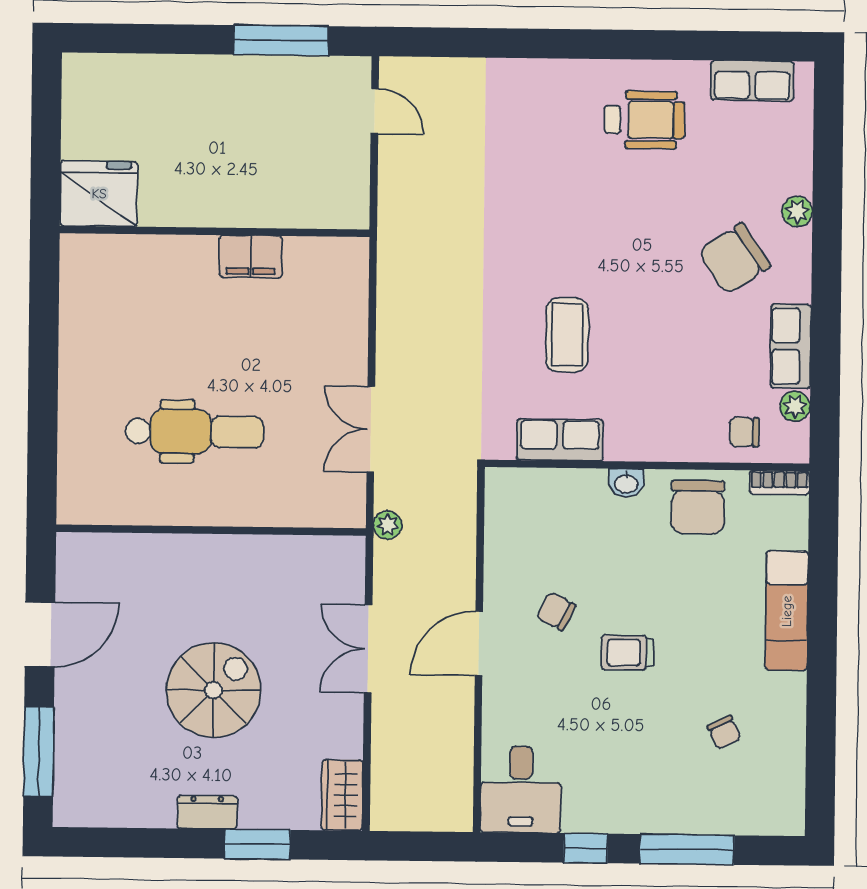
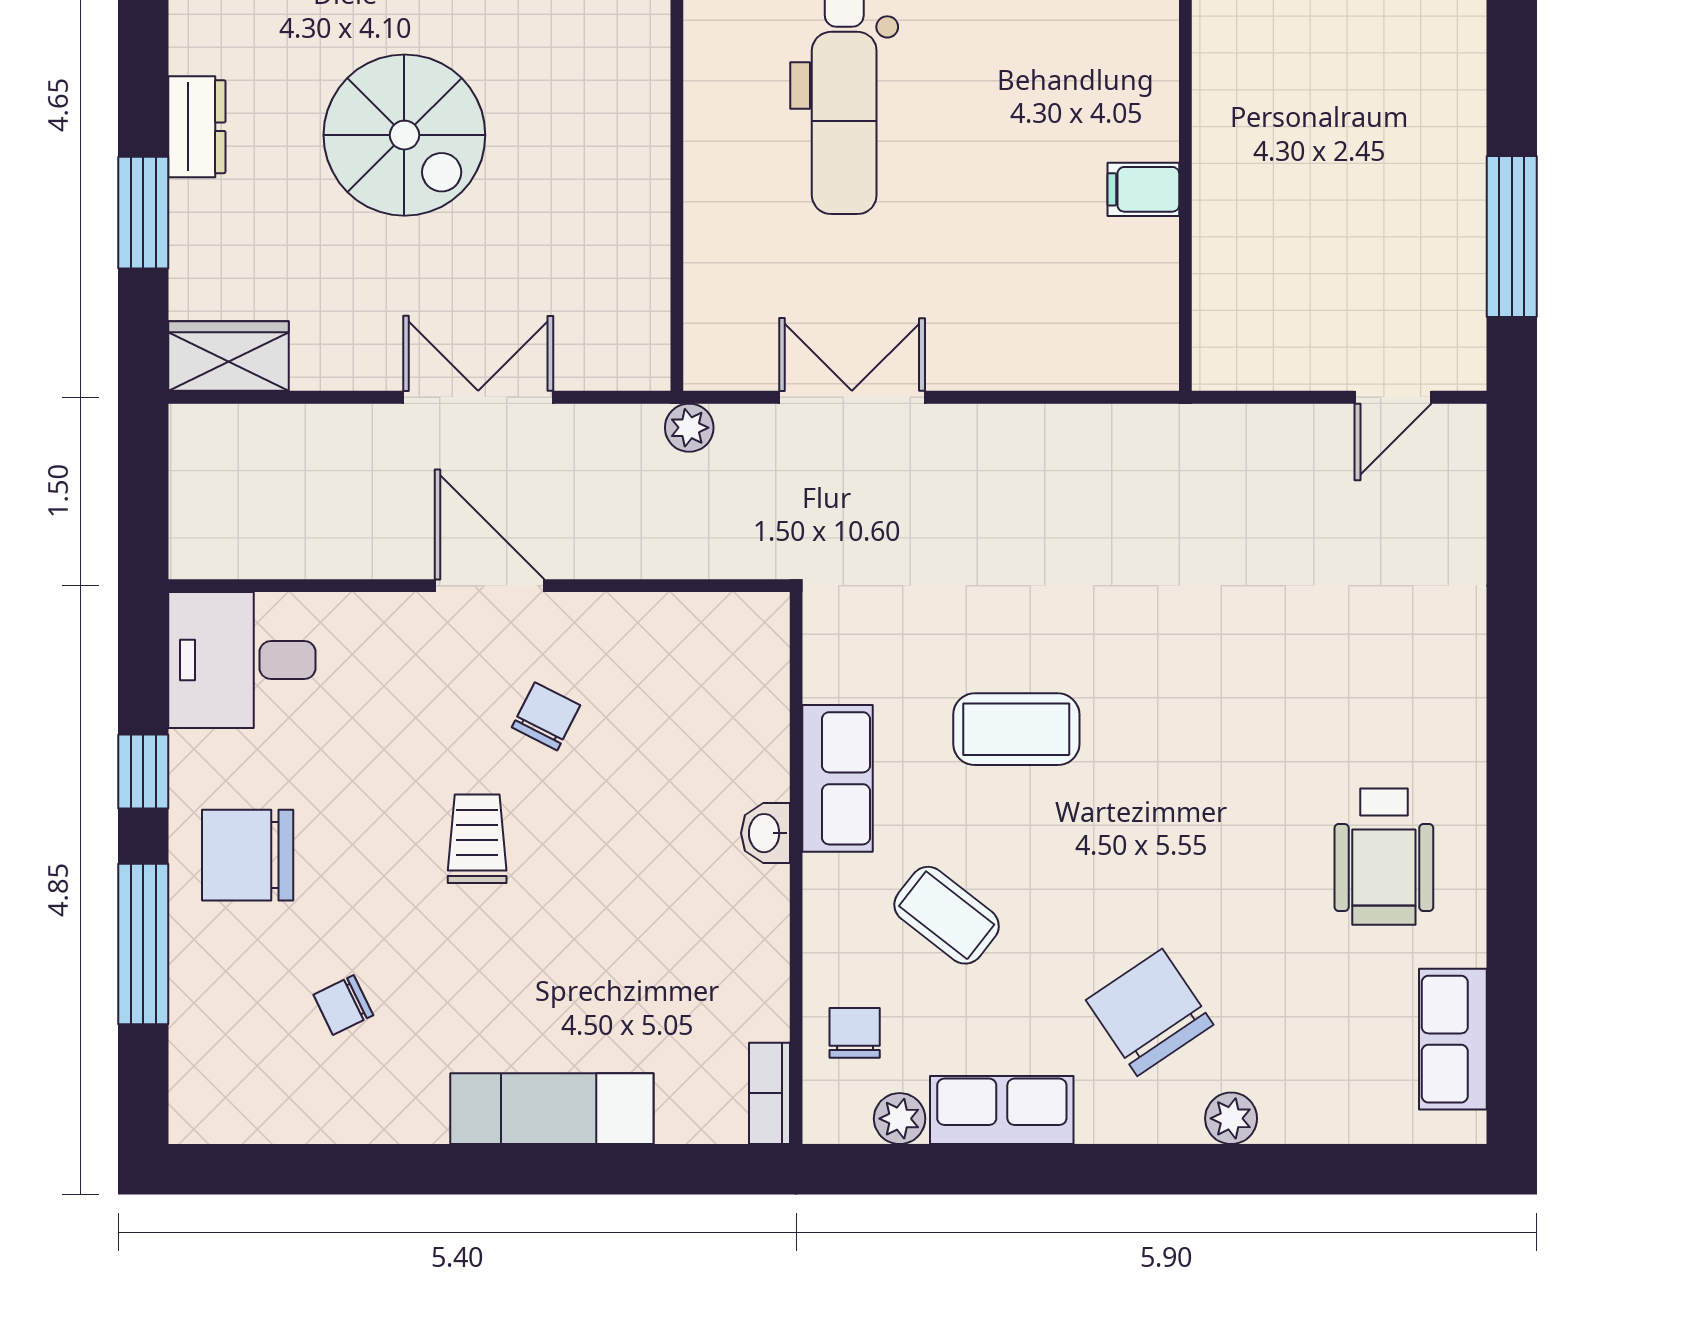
filing cabinet: (251, 256) -> (1143, 189), width x0.50
coffee table: (676, 377) -> (947, 915), added
row of seats: (560, 440) -> (838, 778), moved
chair: (698, 507) -> (248, 855), moved

